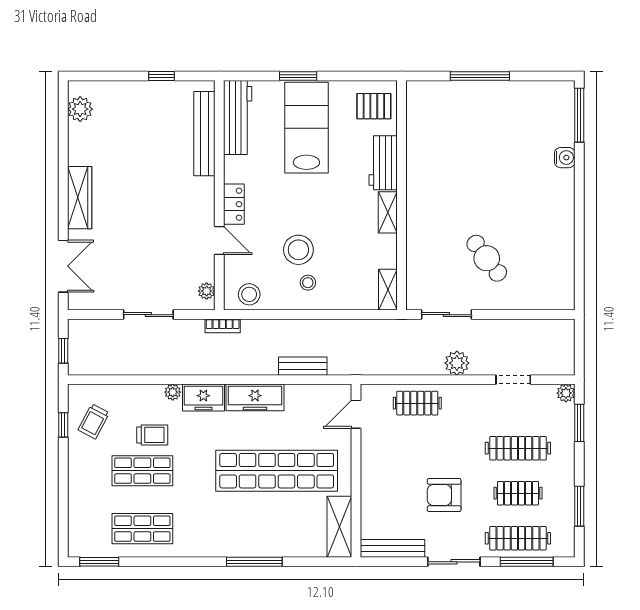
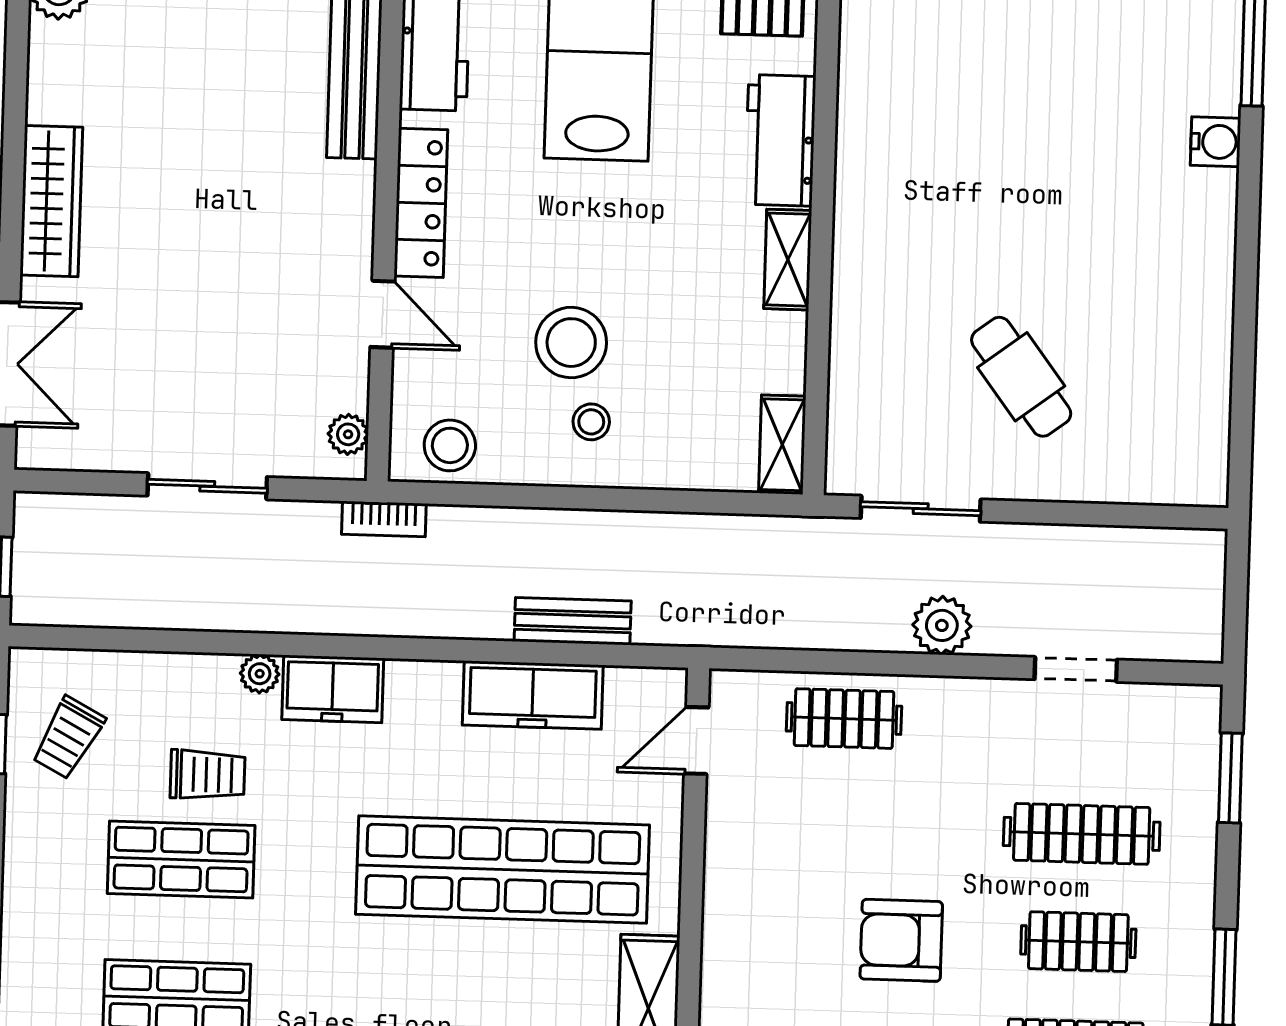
locker: (234, 204) -> (421, 203), width x1.53
plant: (566, 393) -> (1200, 705), removed
freezer: (255, 397) -> (533, 695), moved

